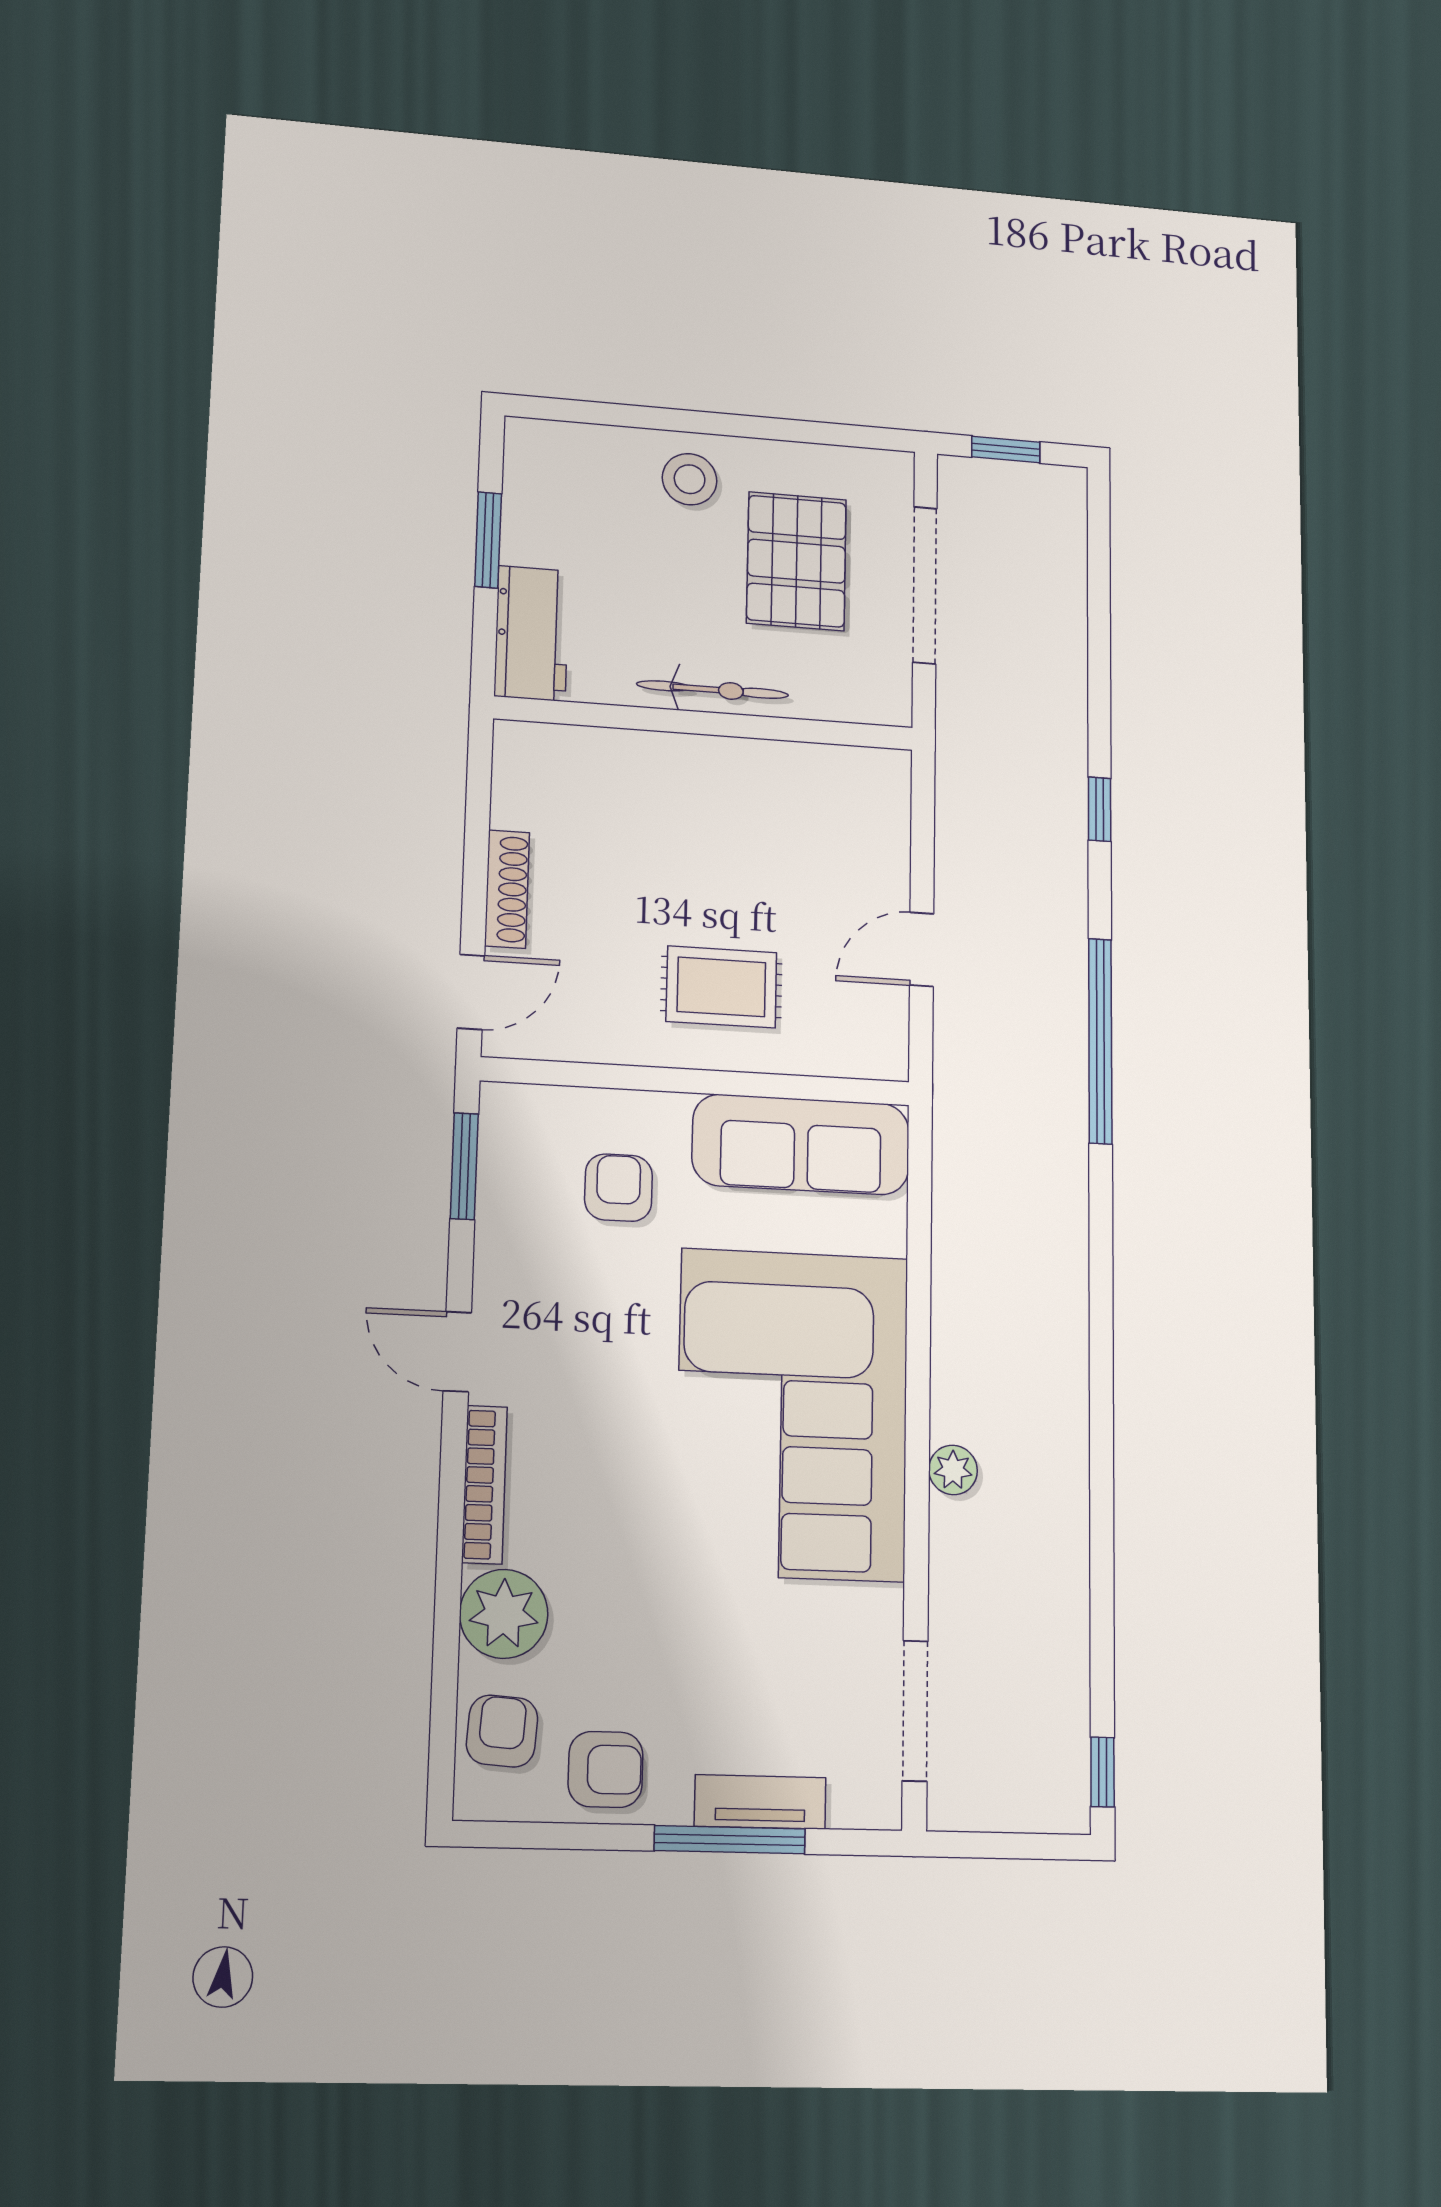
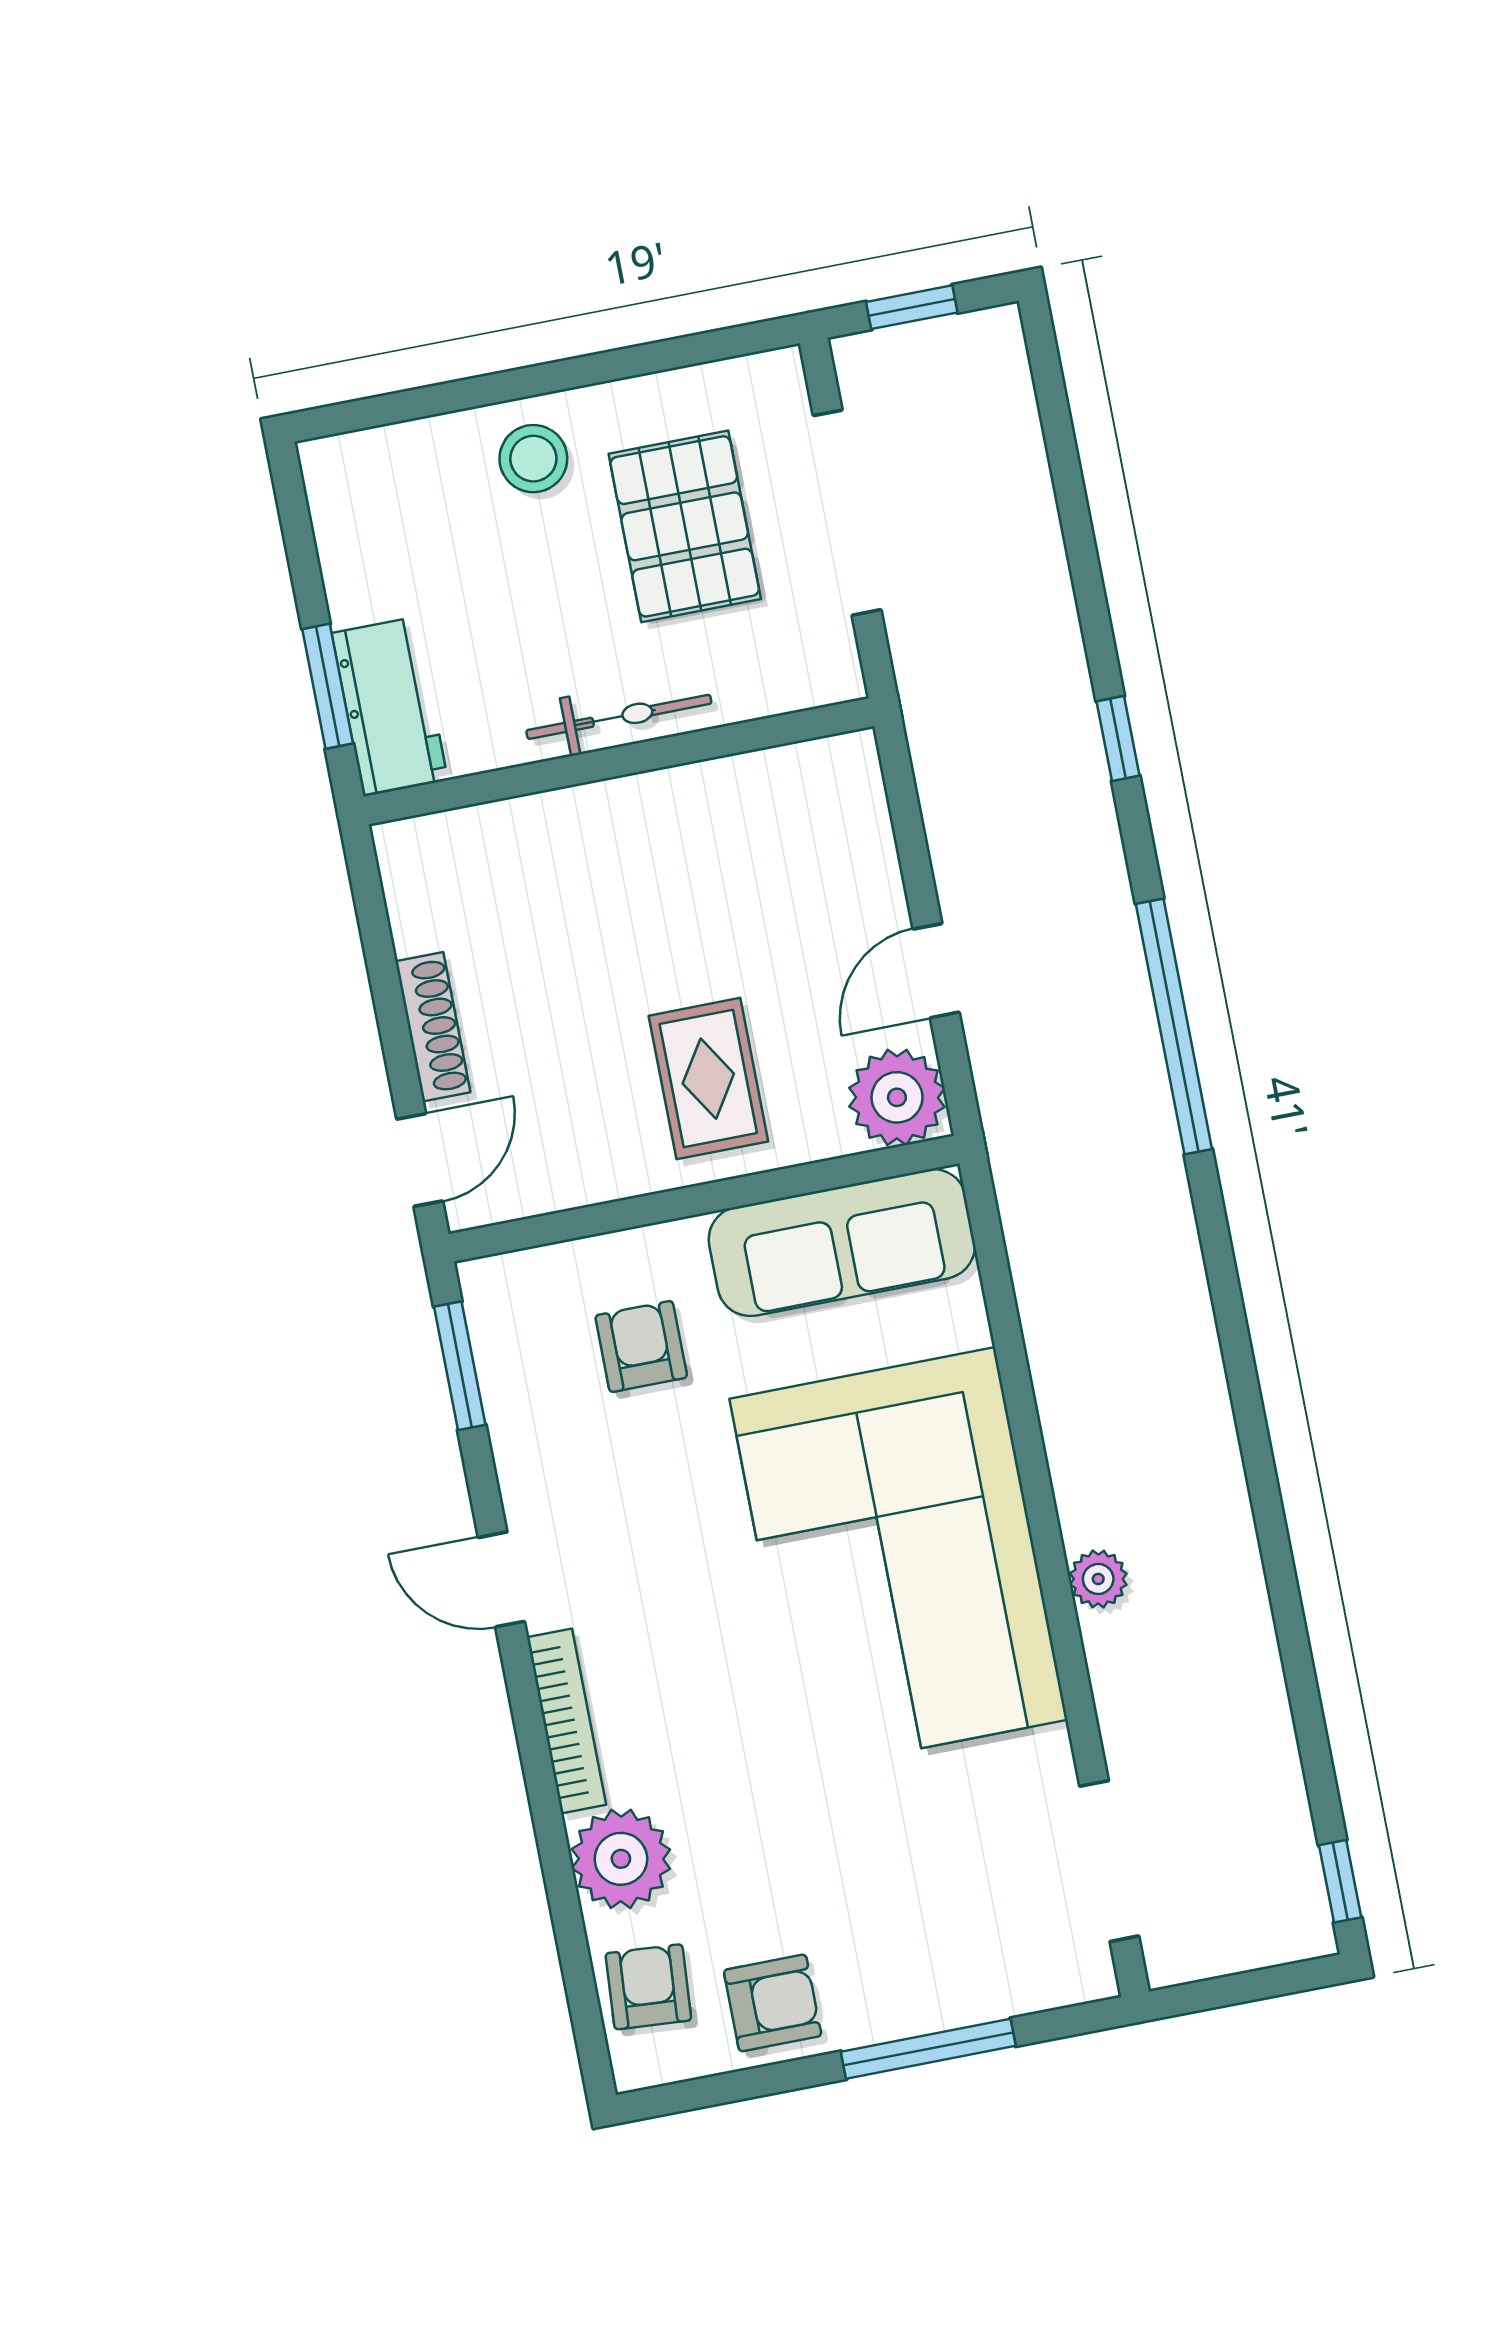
window: (488, 540) -> (328, 686), moved
rug: (721, 987) -> (708, 1079), turned 90
plant: (870, 1040) -> (897, 1097), added
tv unit: (760, 1802) -> (954, 2000), removed

